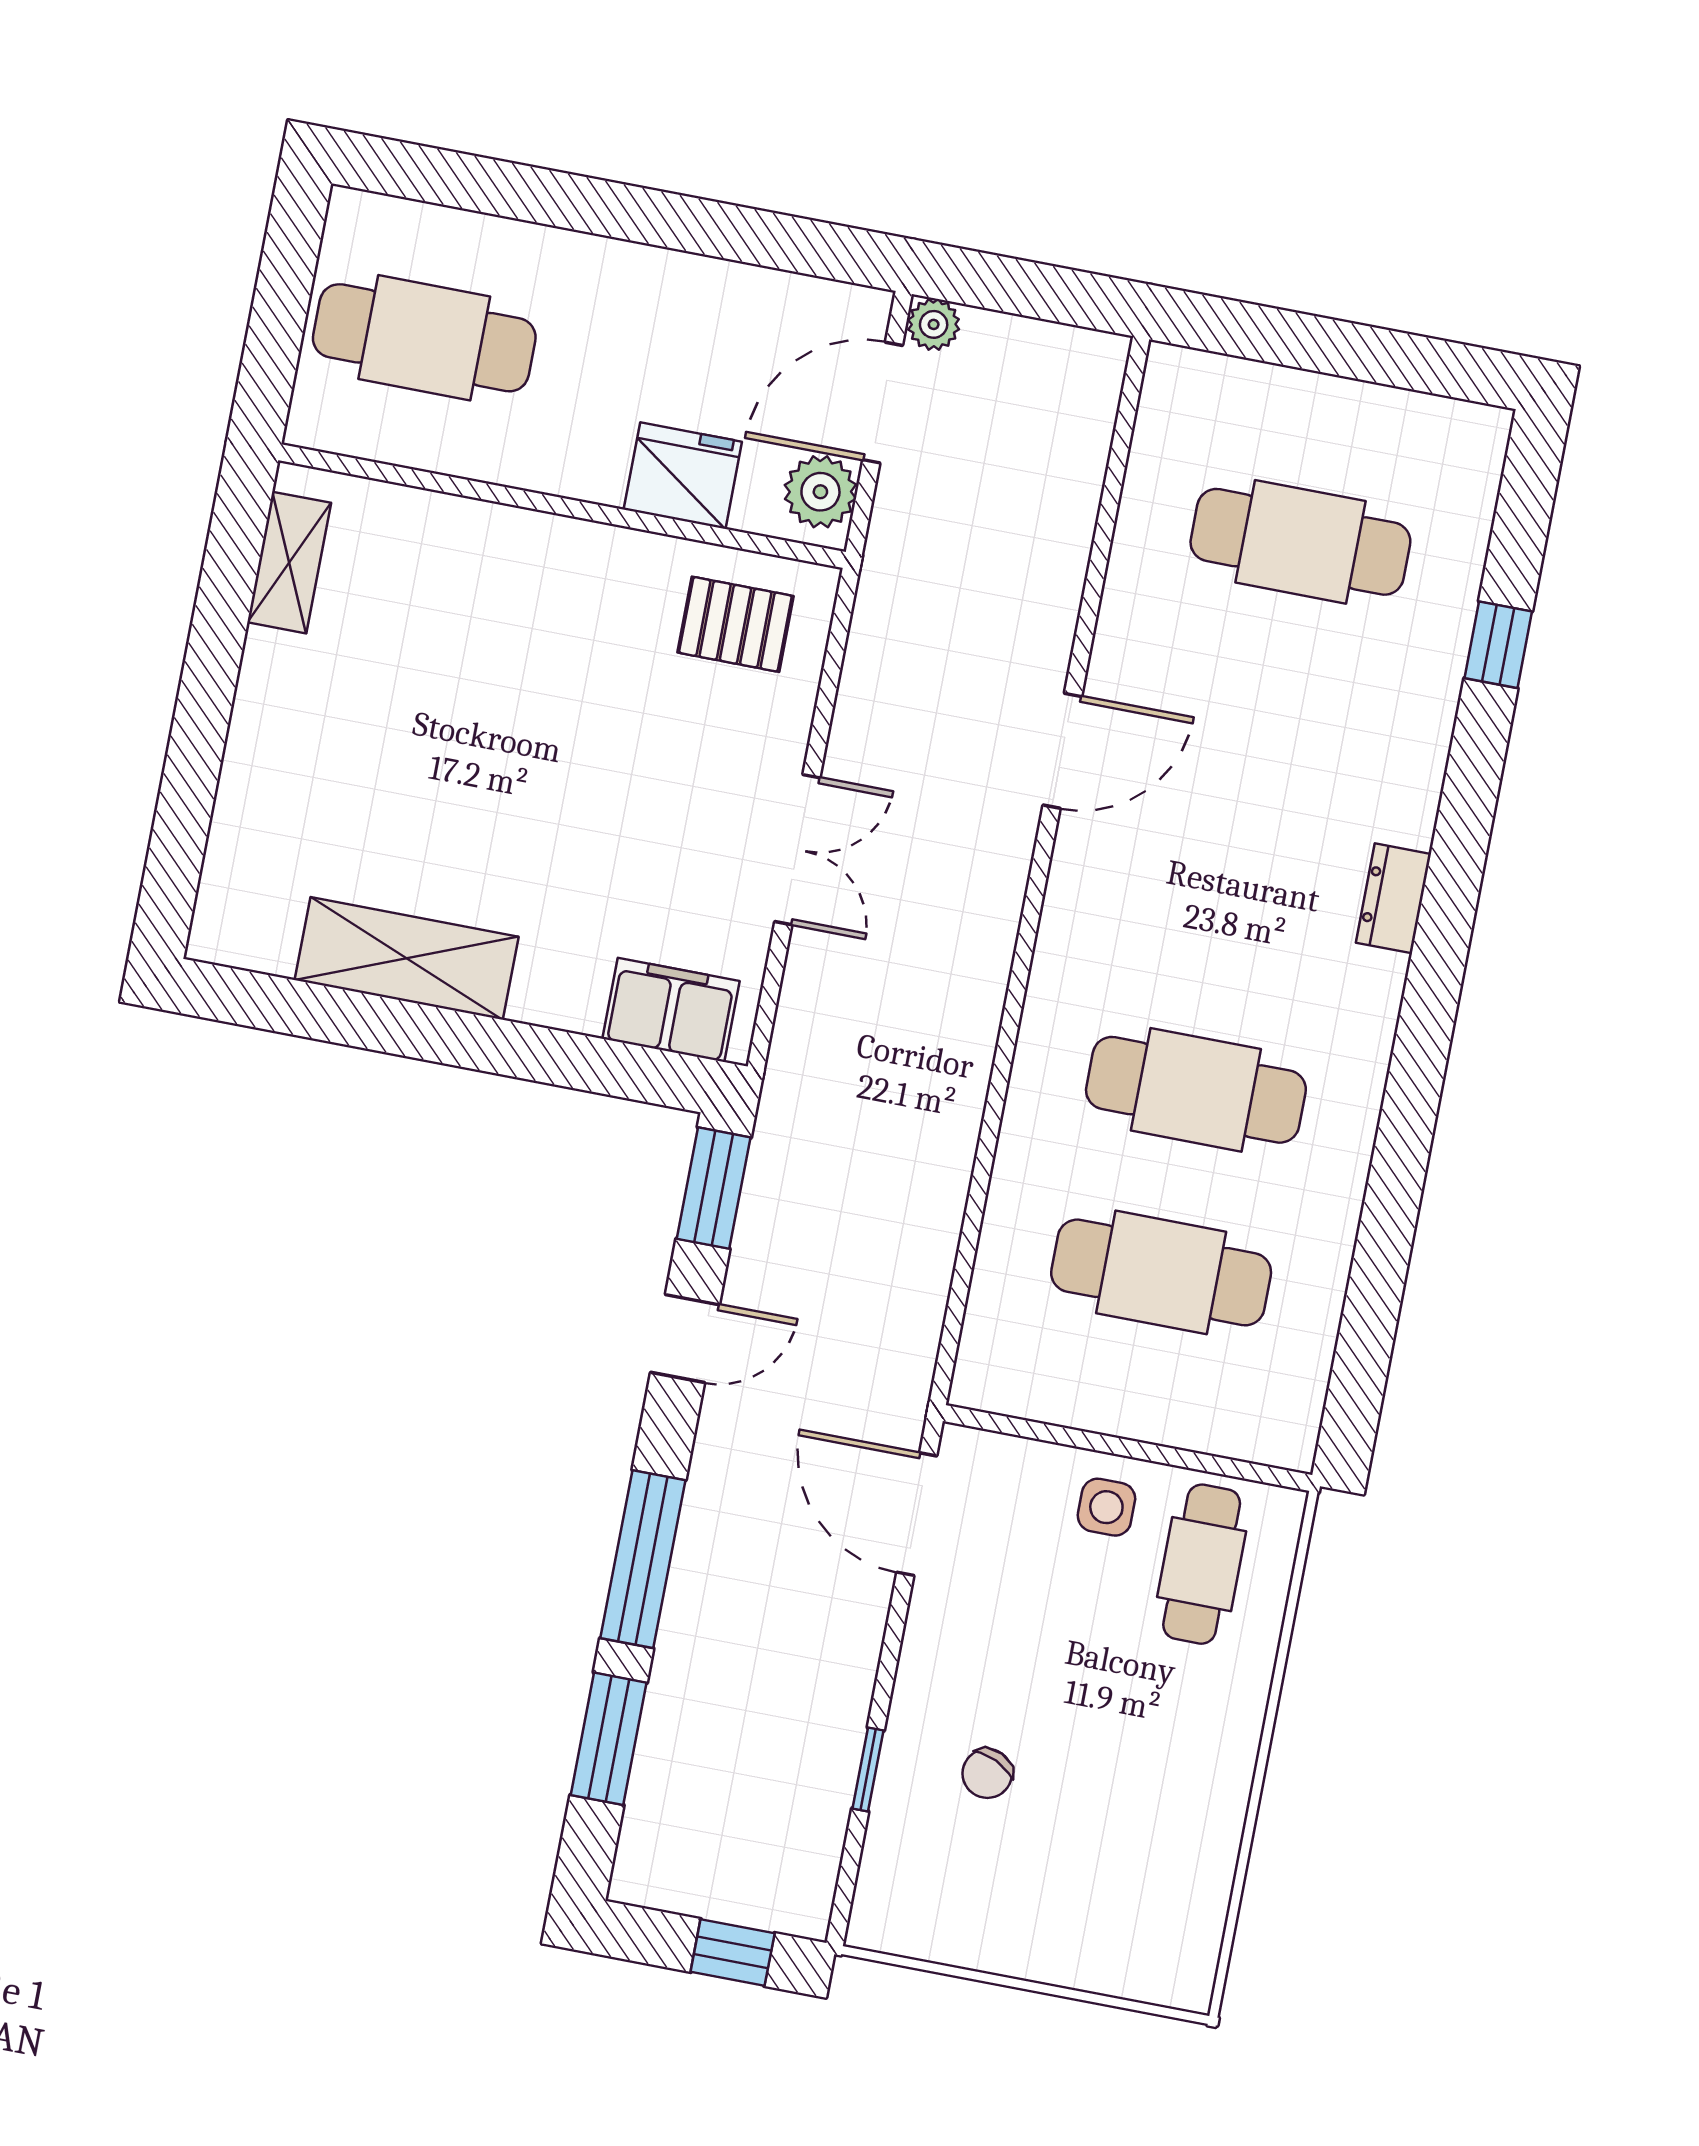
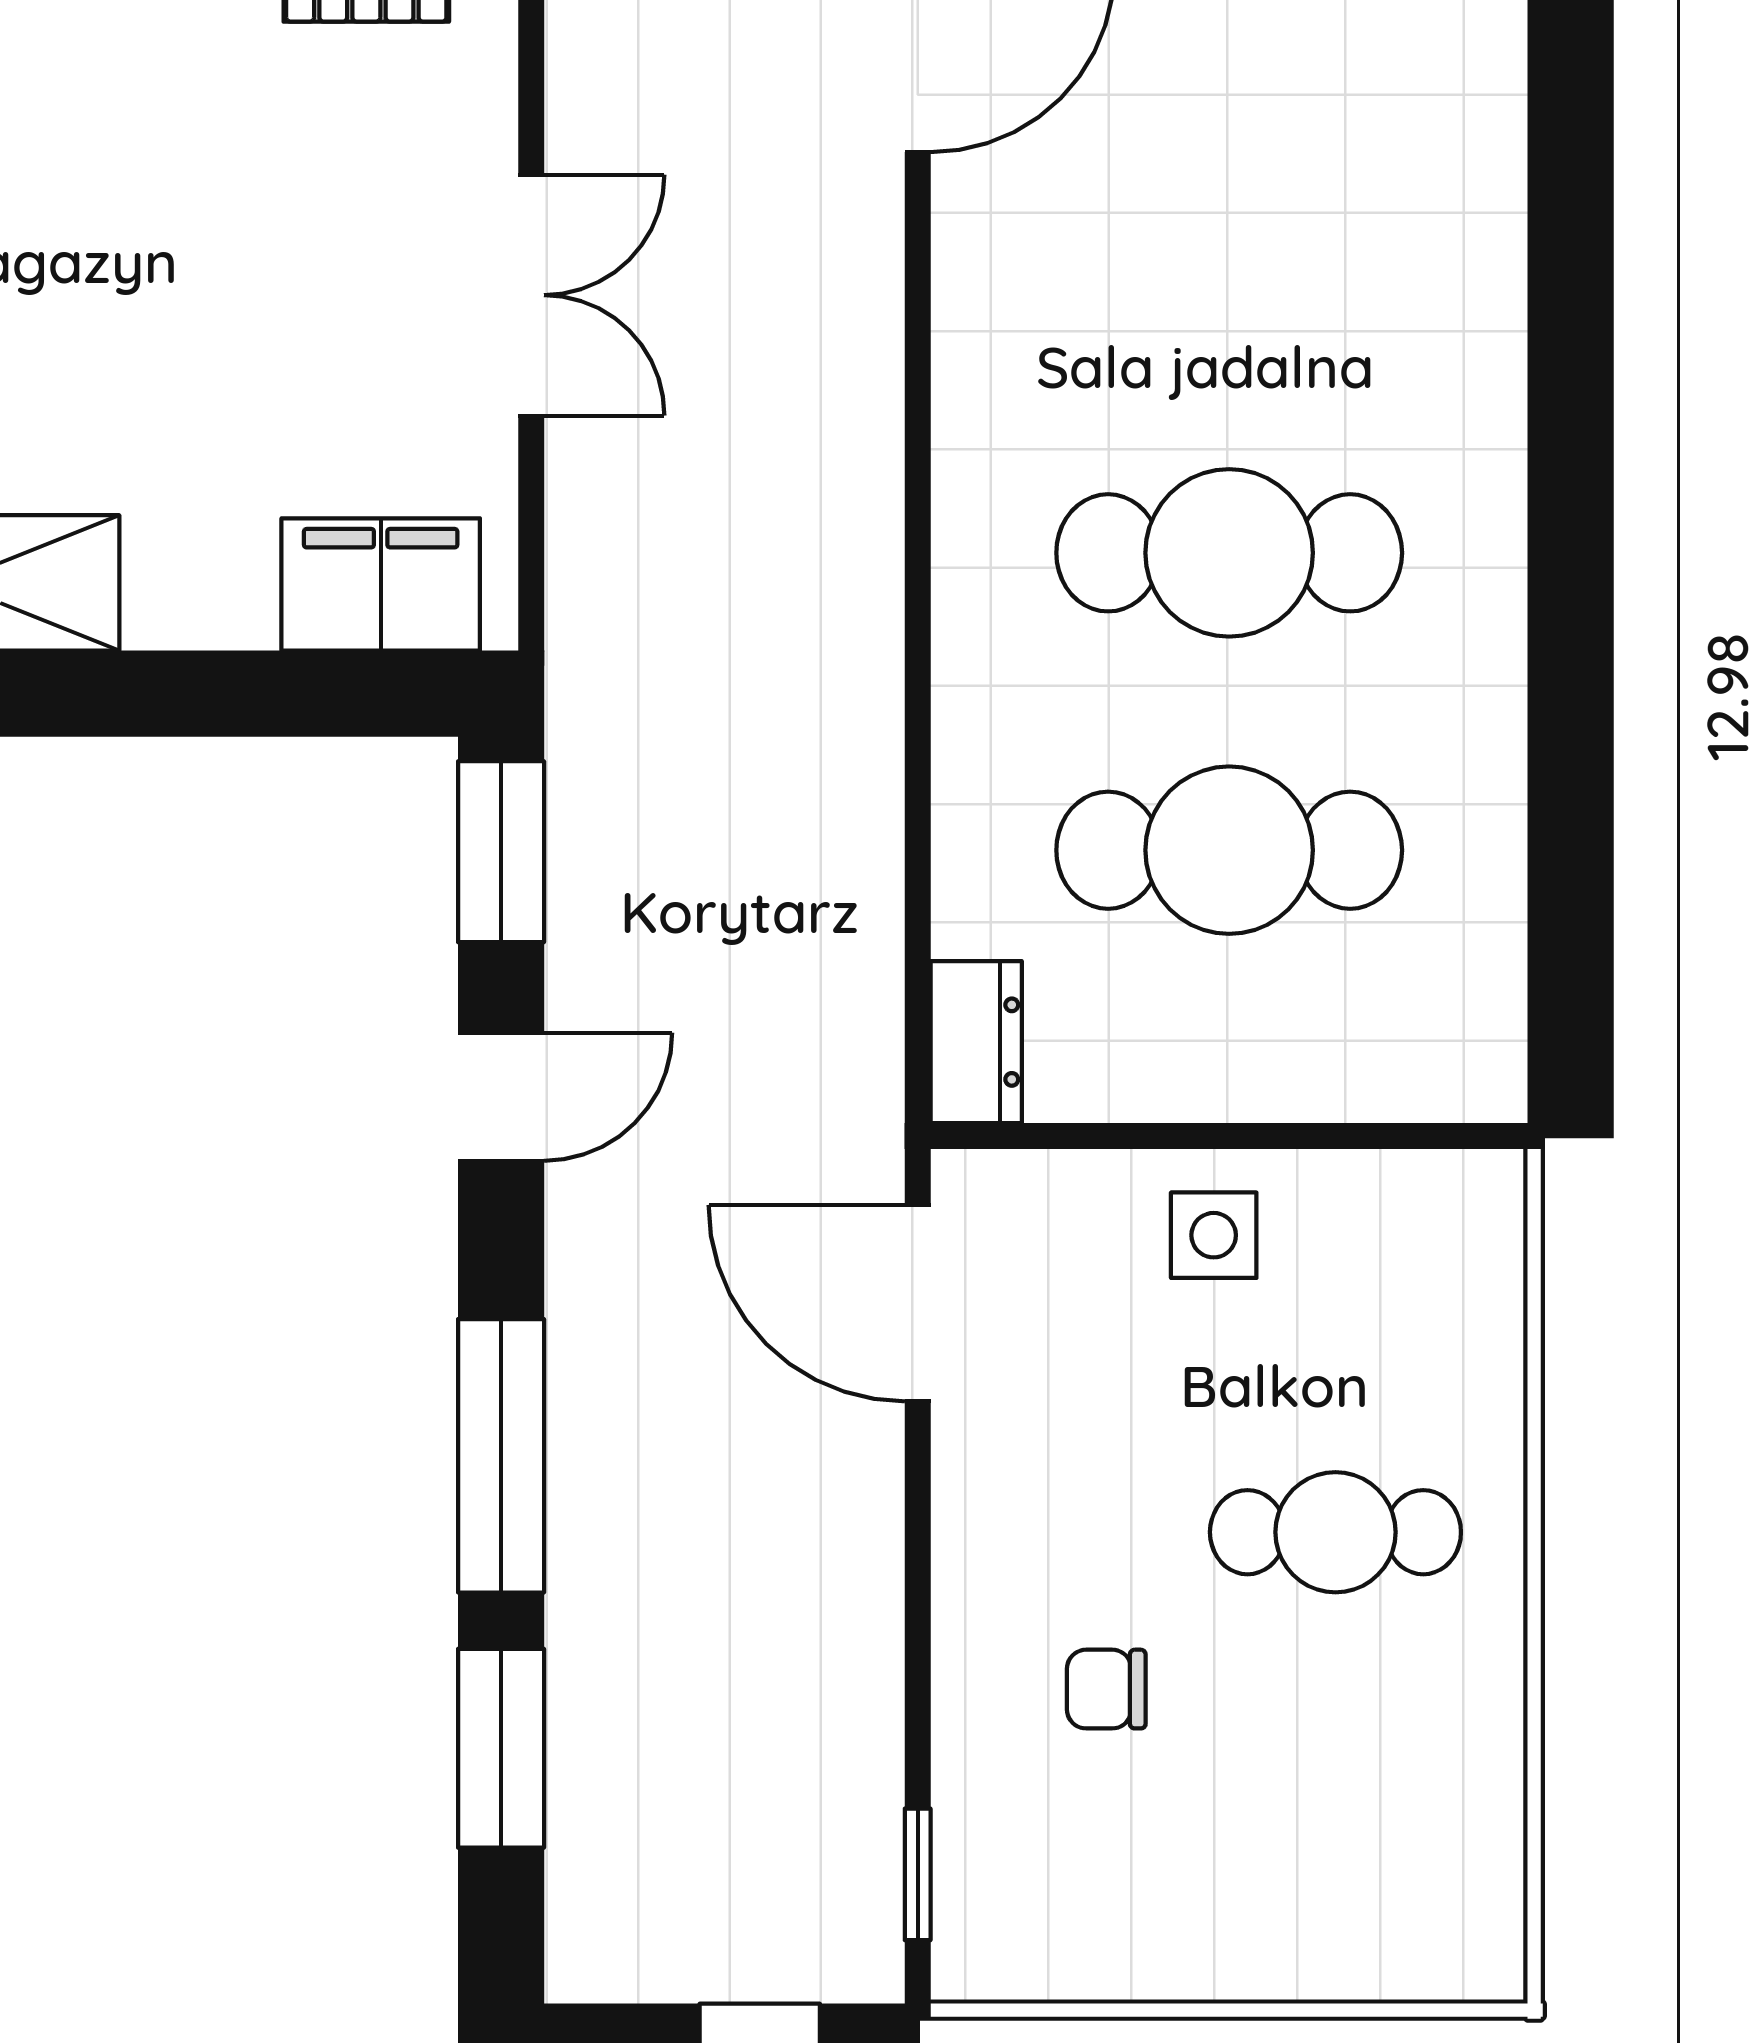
dresser: (1393, 898) -> (976, 1042), moved, turned 180
cafe table: (1202, 1564) -> (1335, 1532), moved, turned 90
window: (868, 1770) -> (918, 1874), moved
chair: (987, 1773) -> (1106, 1689), turned 65

